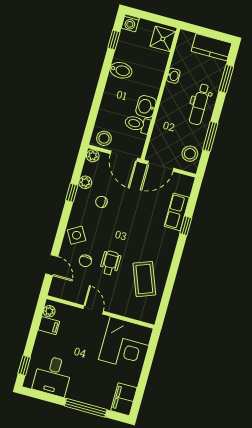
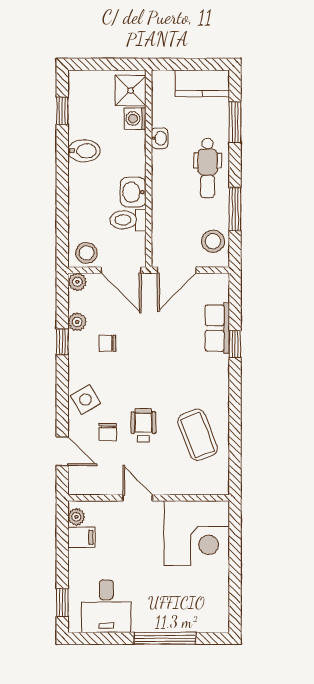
washing machine: (130, 23) -> (135, 119), moved, turned 90
filing cabinet: (124, 399) -> (215, 611), removed

